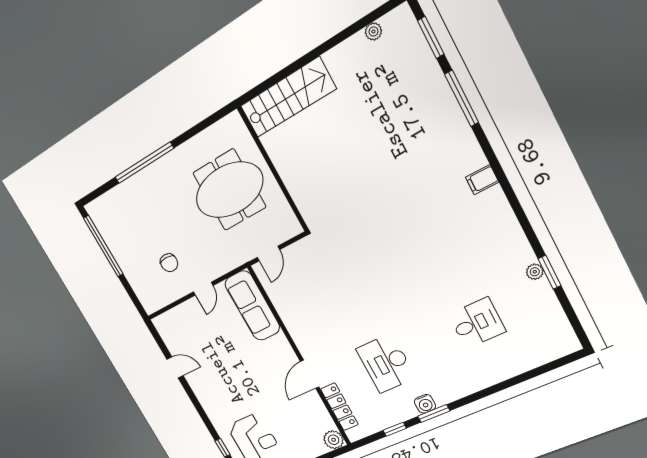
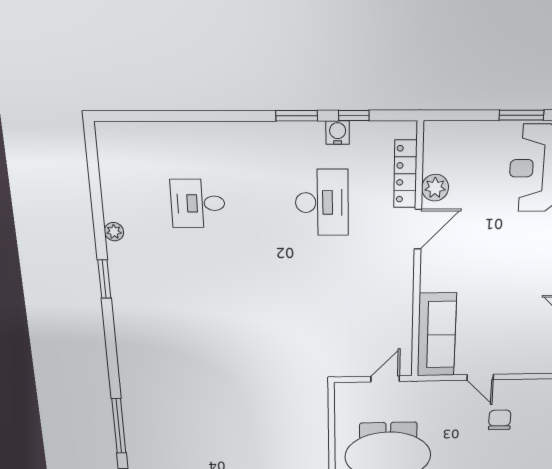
filing cabinet: (482, 180) -> (130, 347), removed
window: (550, 272) -> (104, 279), moved
door: (203, 289) -> (480, 377), swing flipped
water cooler: (425, 404) -> (338, 133), moved
plant: (334, 440) -> (435, 188), moved

